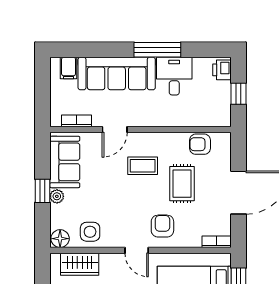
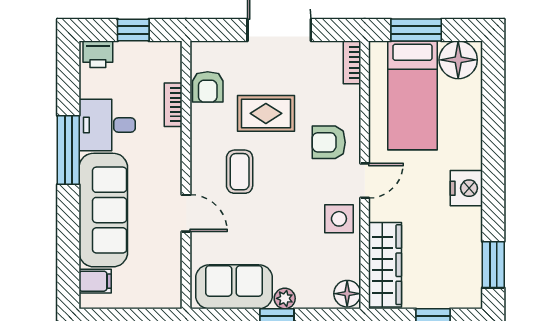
bookcase: (77, 121) -> (173, 105), moved
side table: (90, 232) -> (339, 219), moved
wardrobe: (80, 264) -> (385, 265), width x1.50

